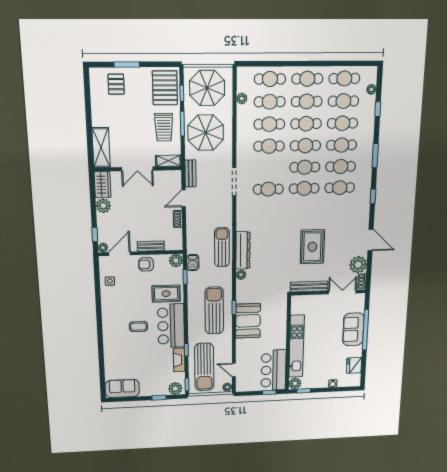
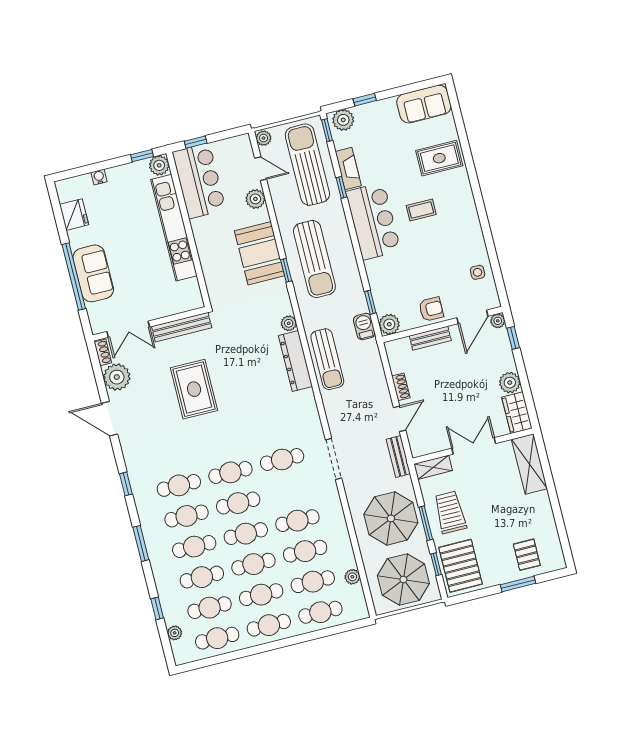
rug: (166, 294) -> (439, 158), moved
plant: (242, 353) -> (255, 199), added

